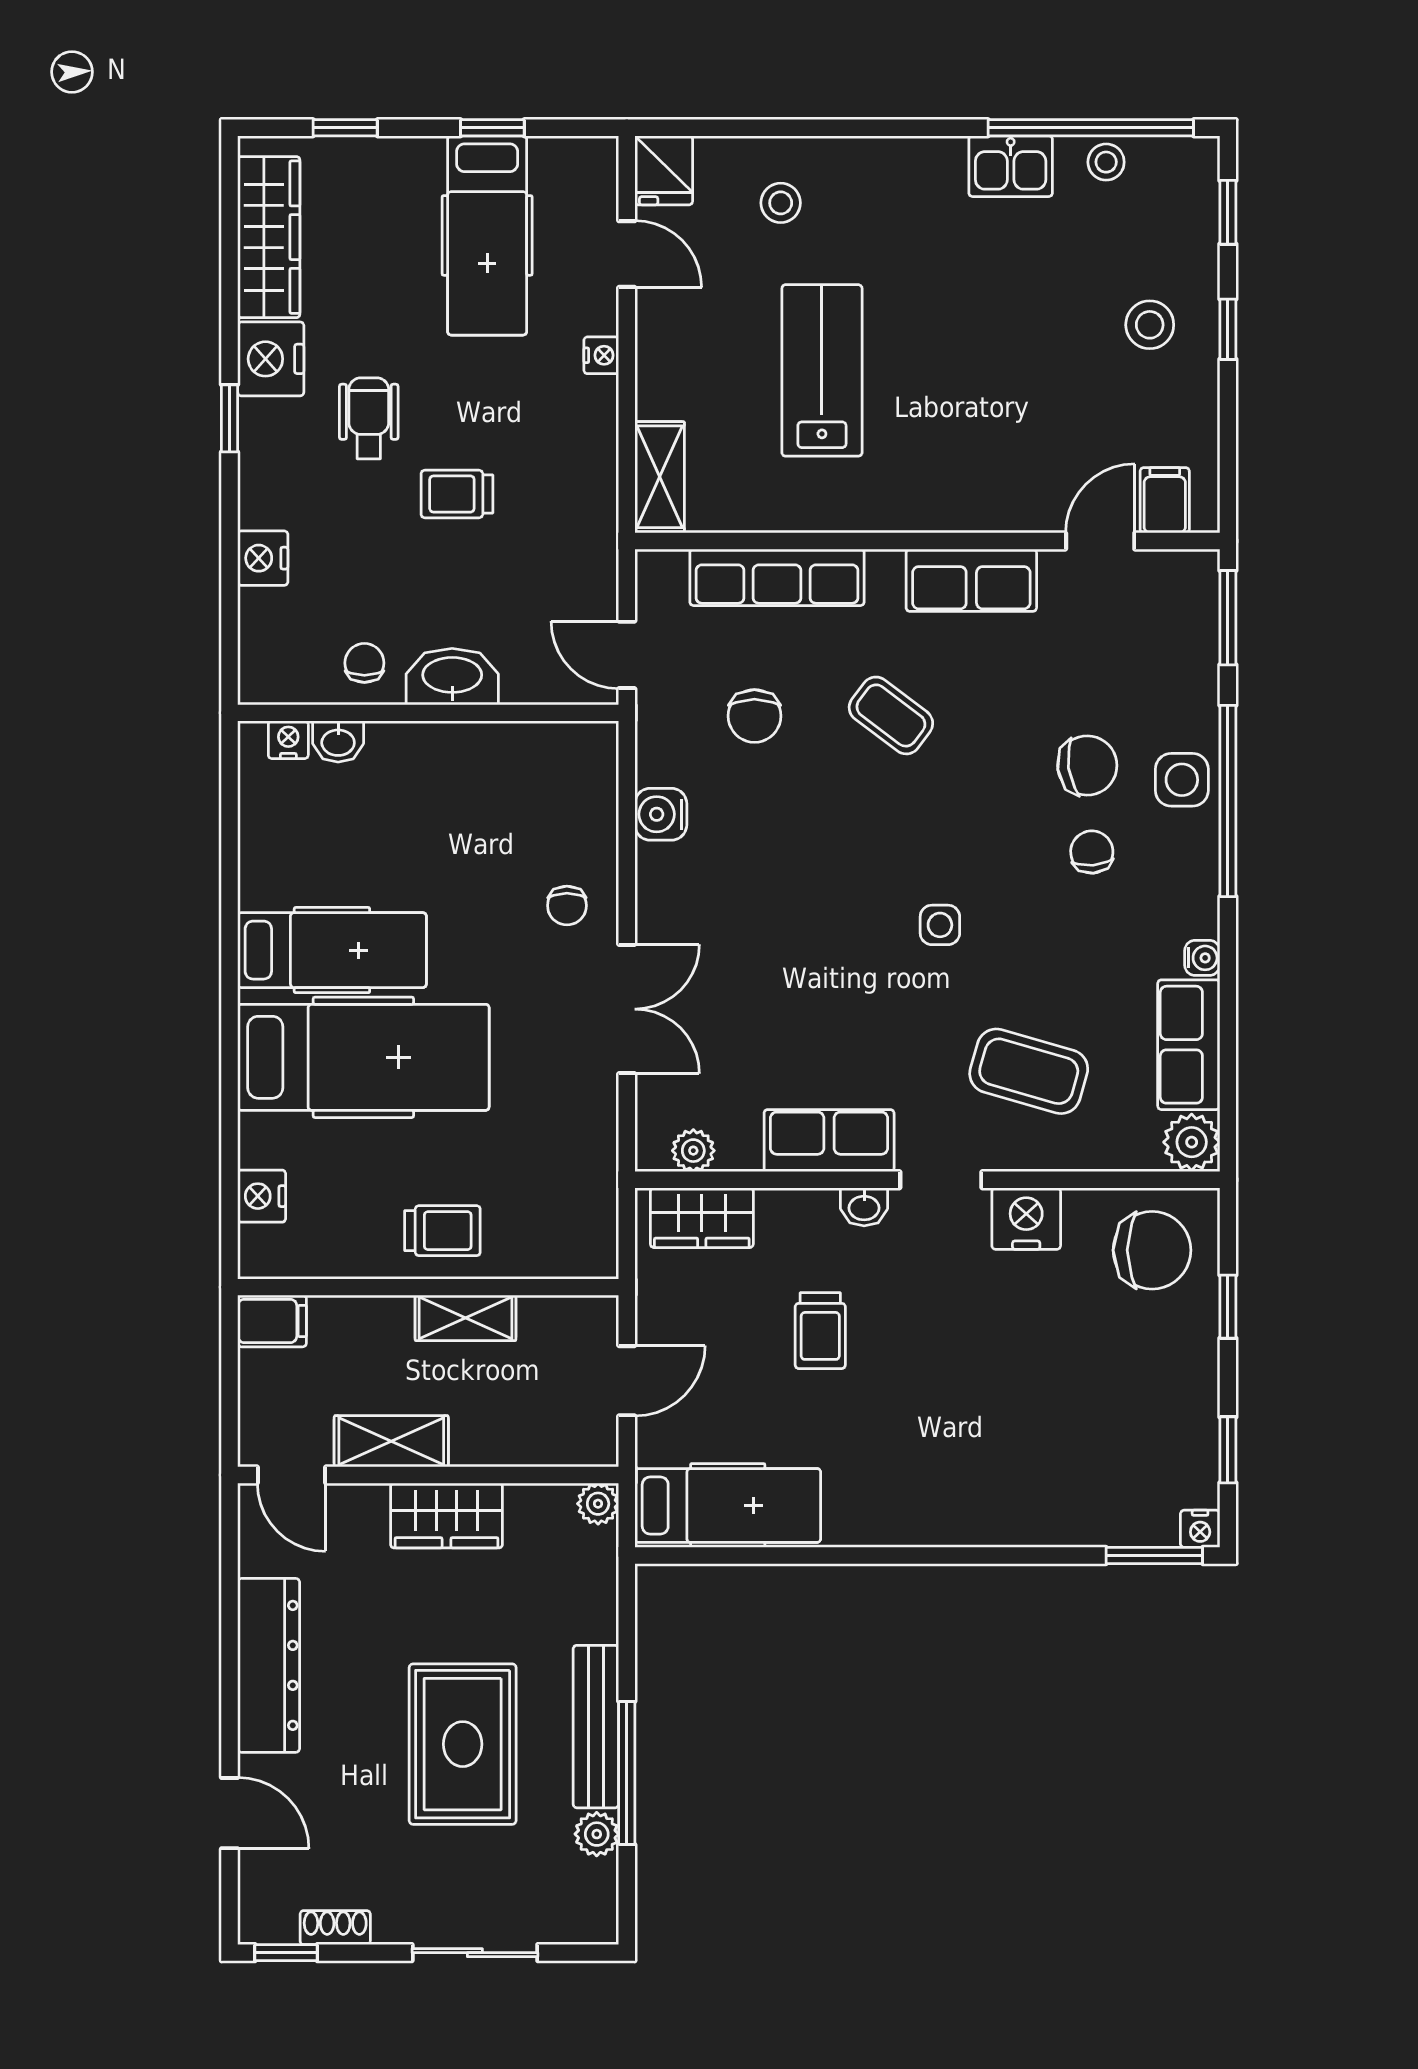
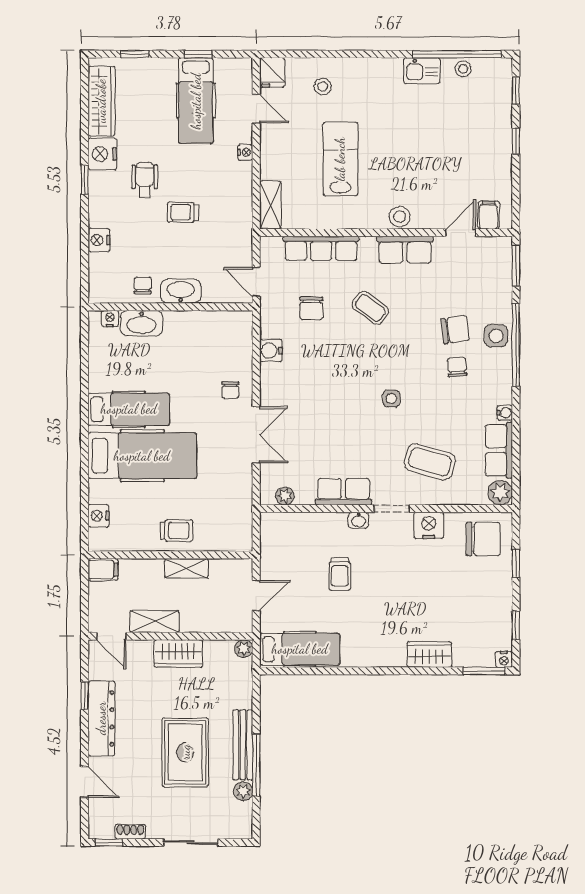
stool: (1150, 325) -> (400, 217), moved
washbasin: (338, 741) -> (141, 323), width x1.91, depth x1.45
wardrobe: (702, 1218) -> (429, 655), moved, turned 180
window: (230, 1613) -> (85, 696), added

